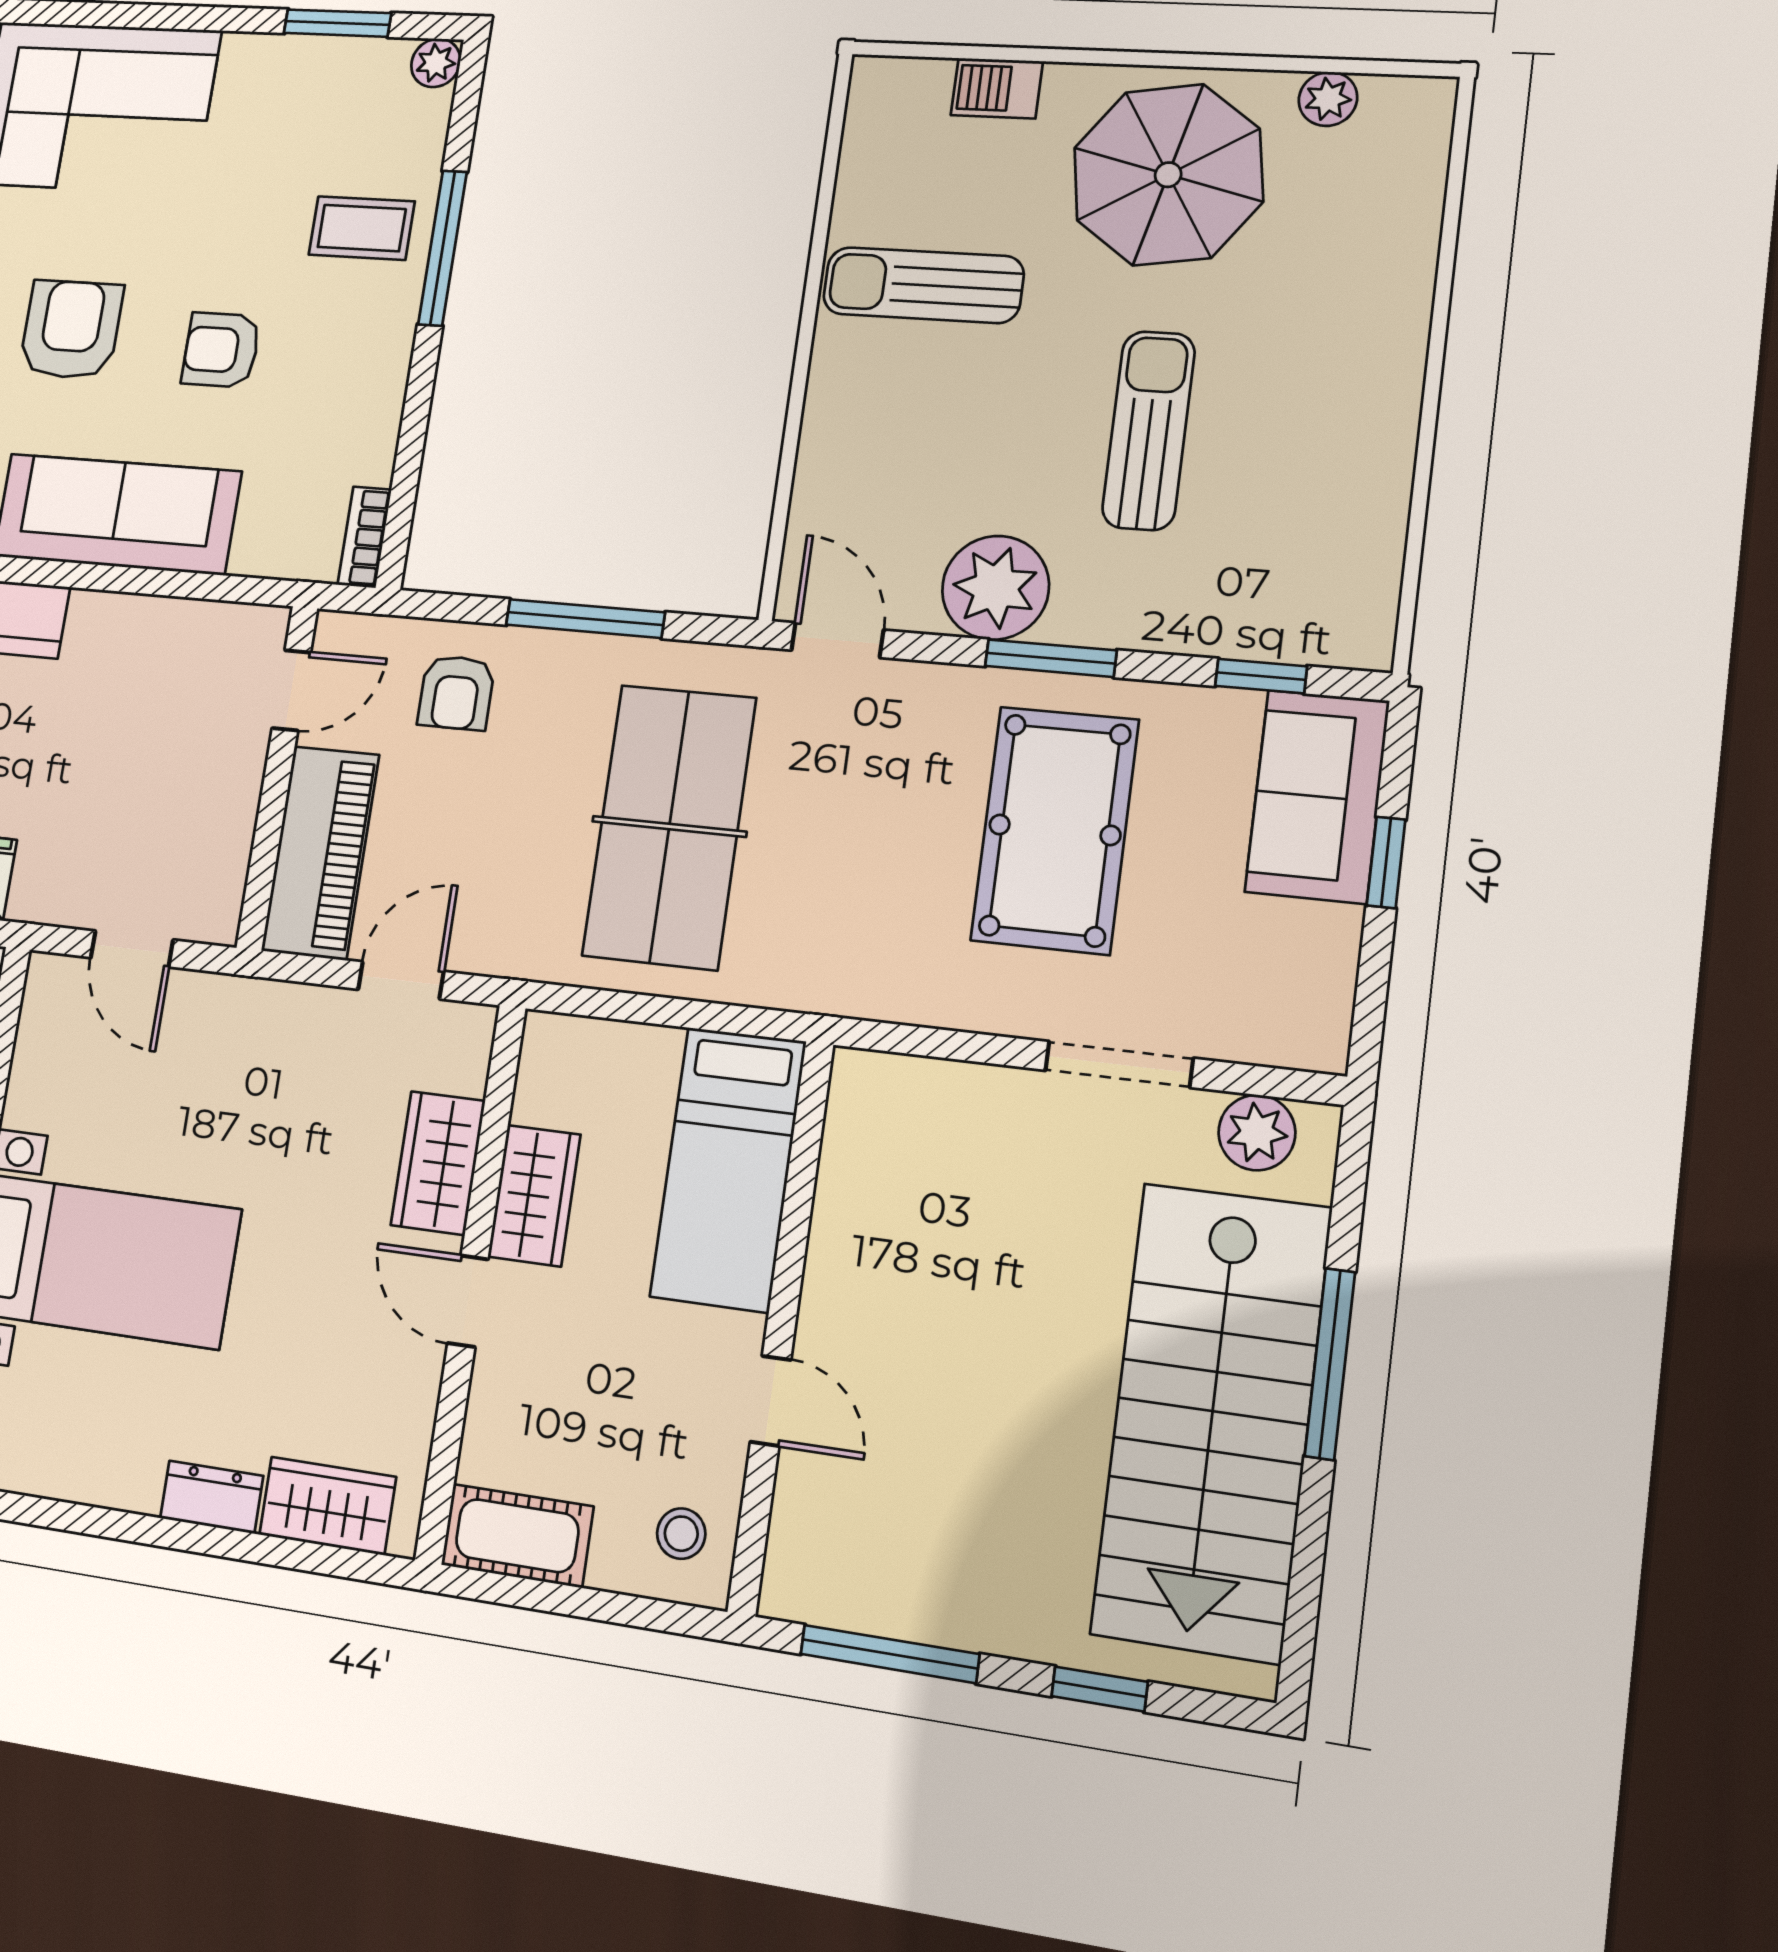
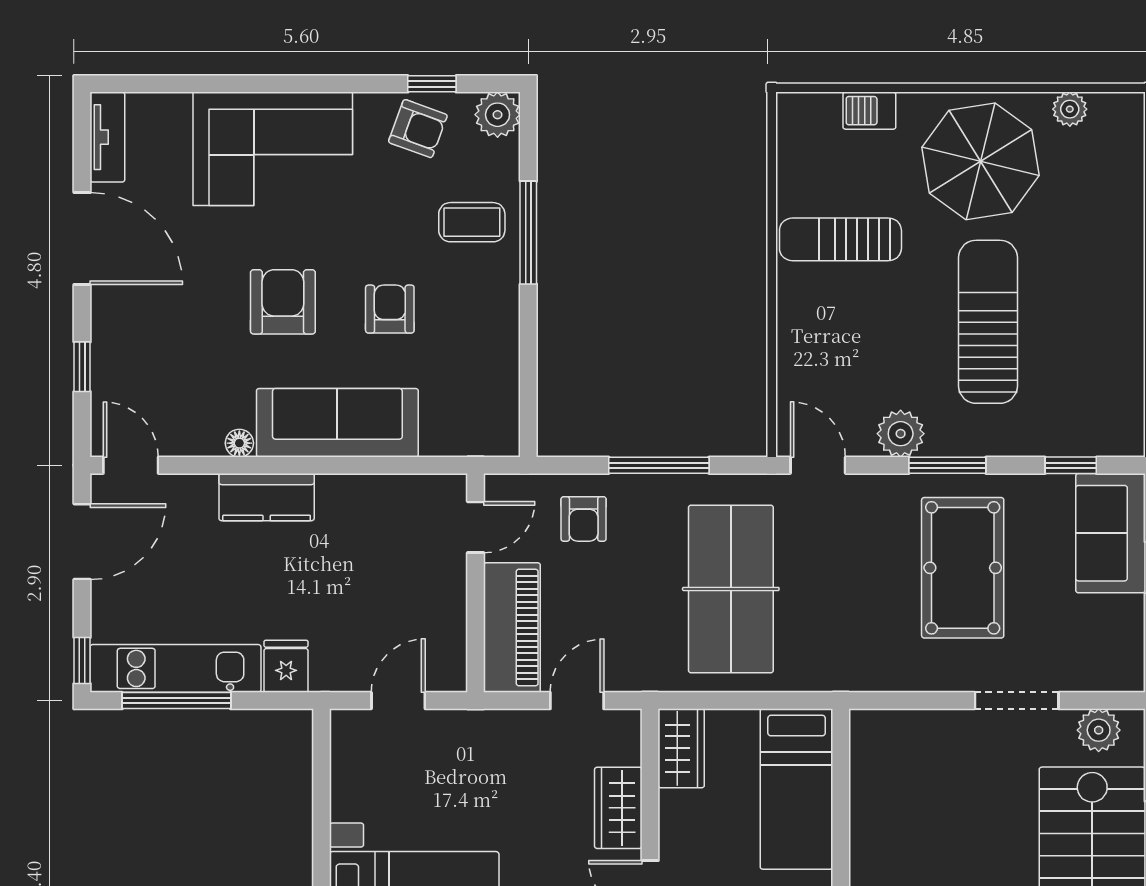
window: (337, 23) -> (432, 84), width x0.67
plant: (436, 63) -> (498, 115), width x1.38, depth x1.38
armchair: (306, 87) -> (418, 129), added
armchair: (221, 350) -> (390, 309), turned 90
sun lounger: (1149, 430) -> (988, 322), width x1.36, depth x1.34
bookcase: (364, 537) -> (507, 425), removed
plant: (996, 588) -> (901, 434), width x0.73, depth x0.73
door: (132, 949) -> (398, 701), swing flipped
wardrobe: (534, 1196) -> (681, 748), moved

